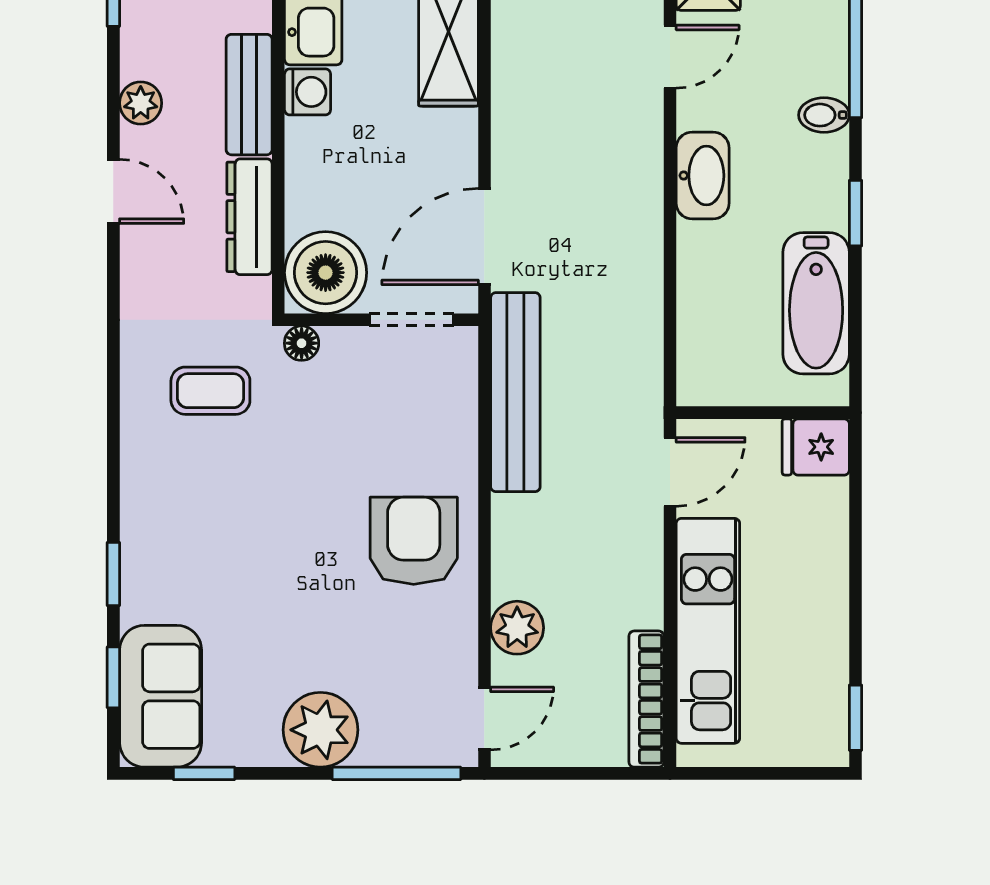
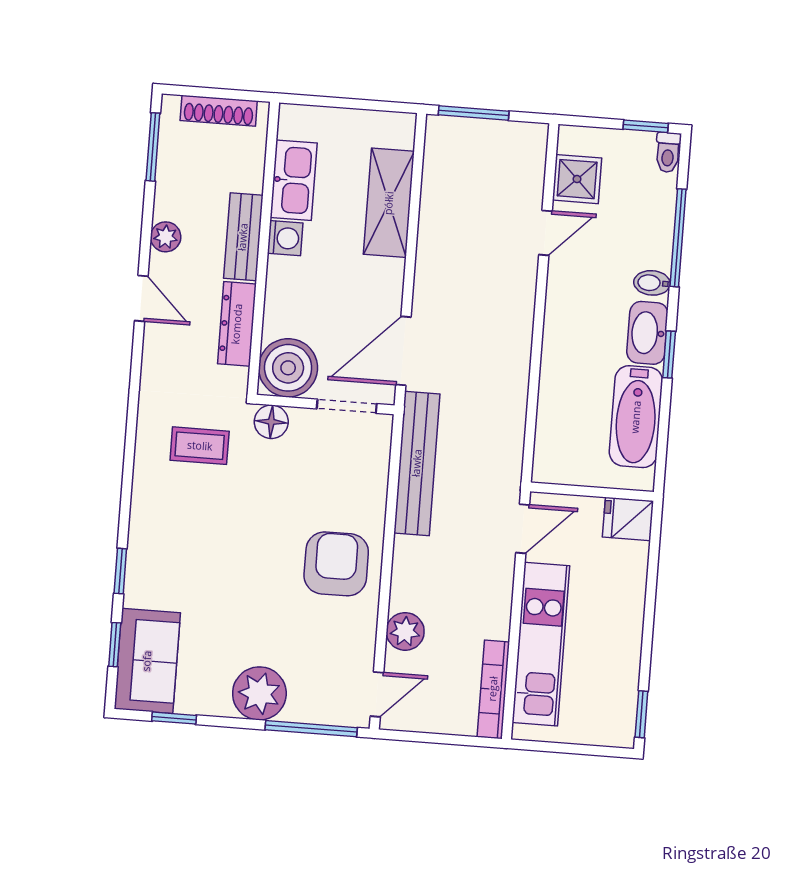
washbasin: (703, 176) -> (647, 333), moved, turned 180
floor lamp: (302, 343) -> (271, 422), width x1.37, depth x1.37

